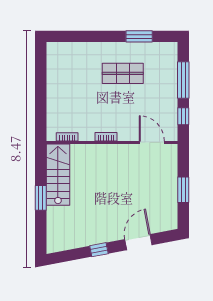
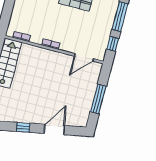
door: (152, 143) -> (84, 57), swing flipped
window: (183, 190) -> (98, 99), width x1.44

